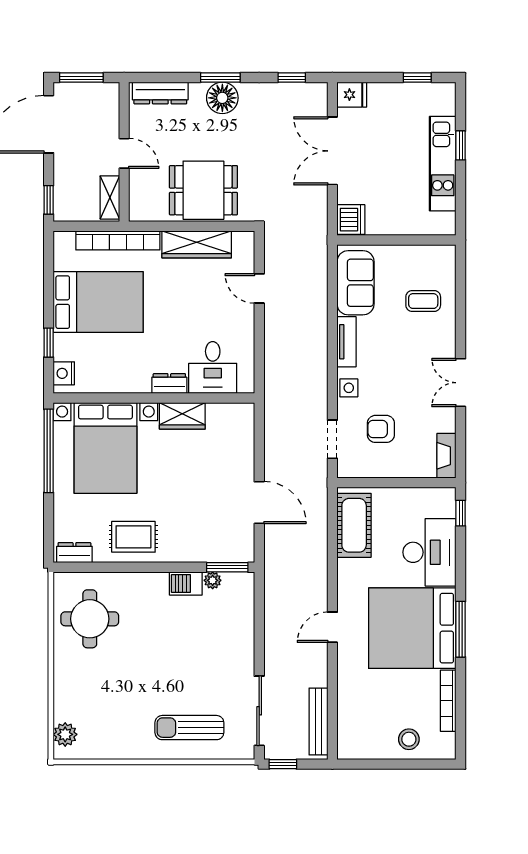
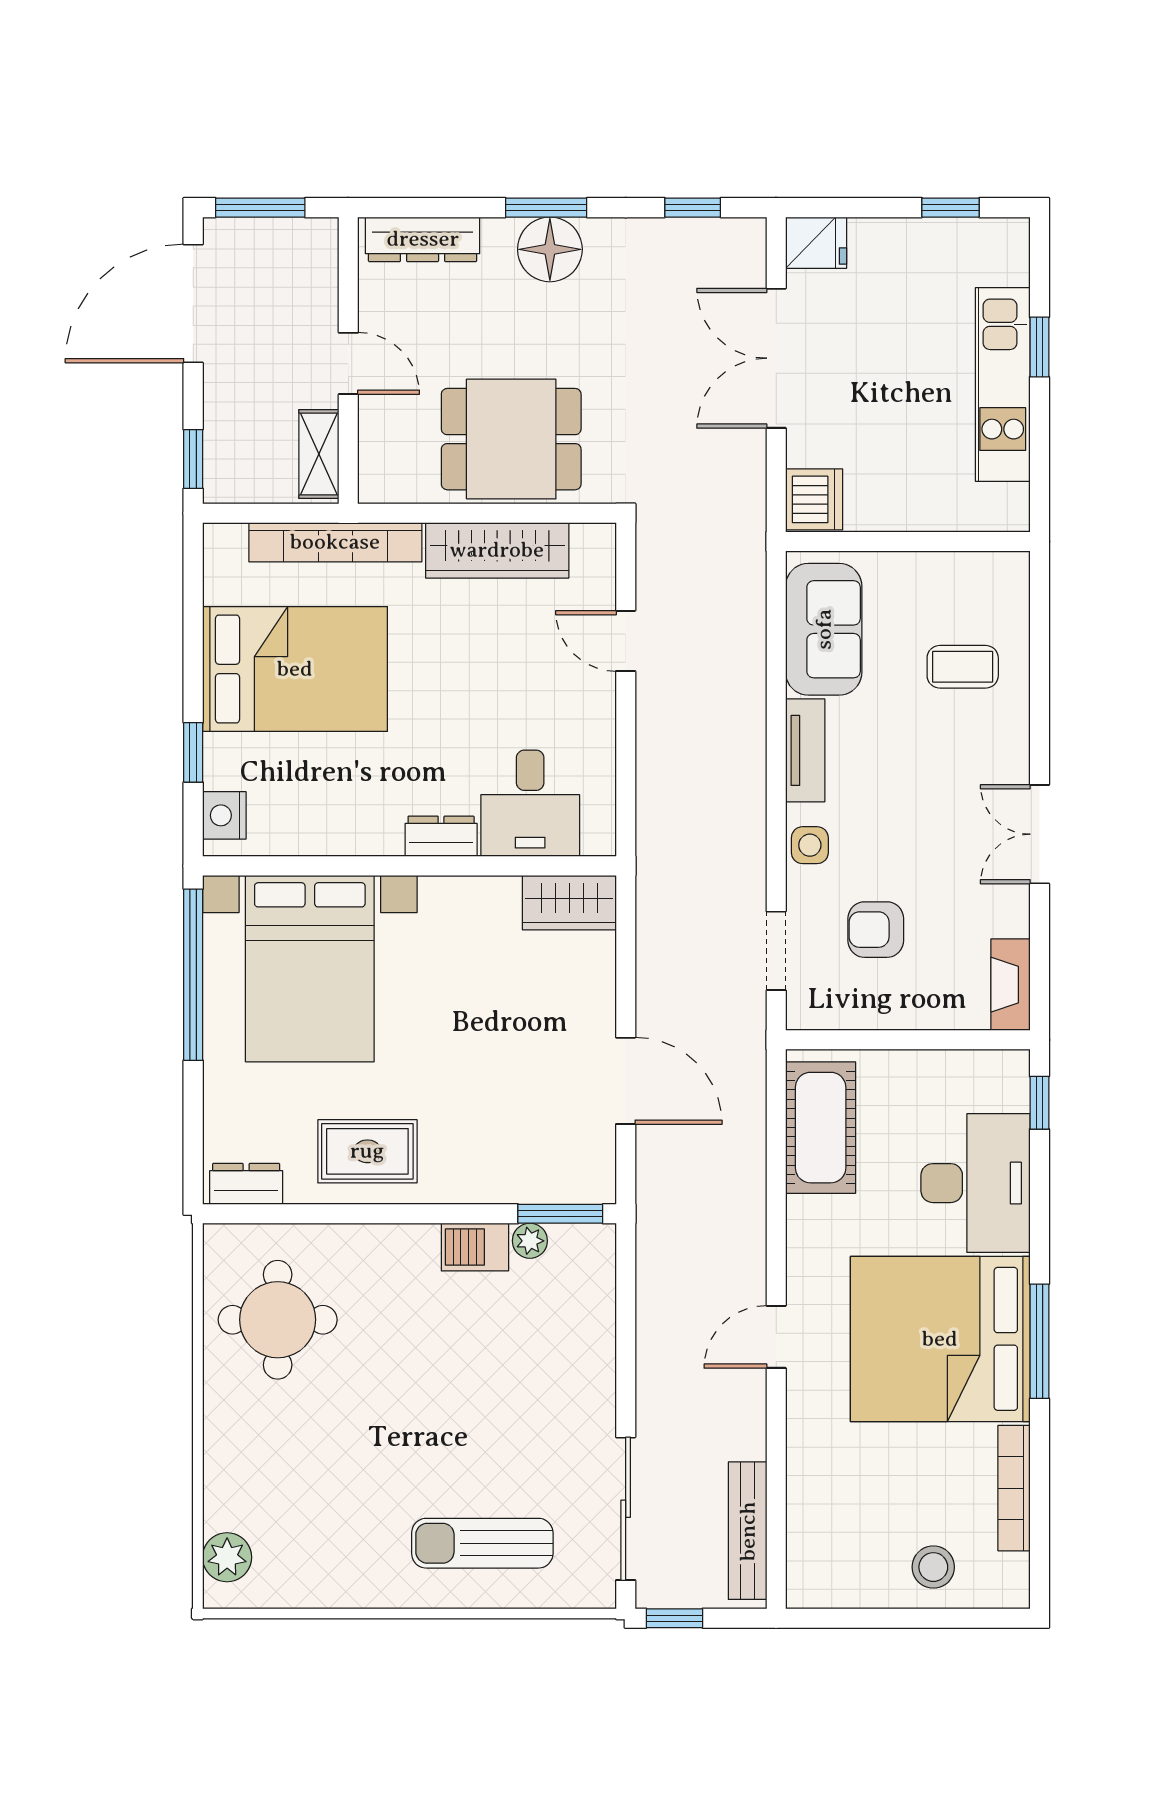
wardrobe: (182, 416) -> (569, 903), moved

